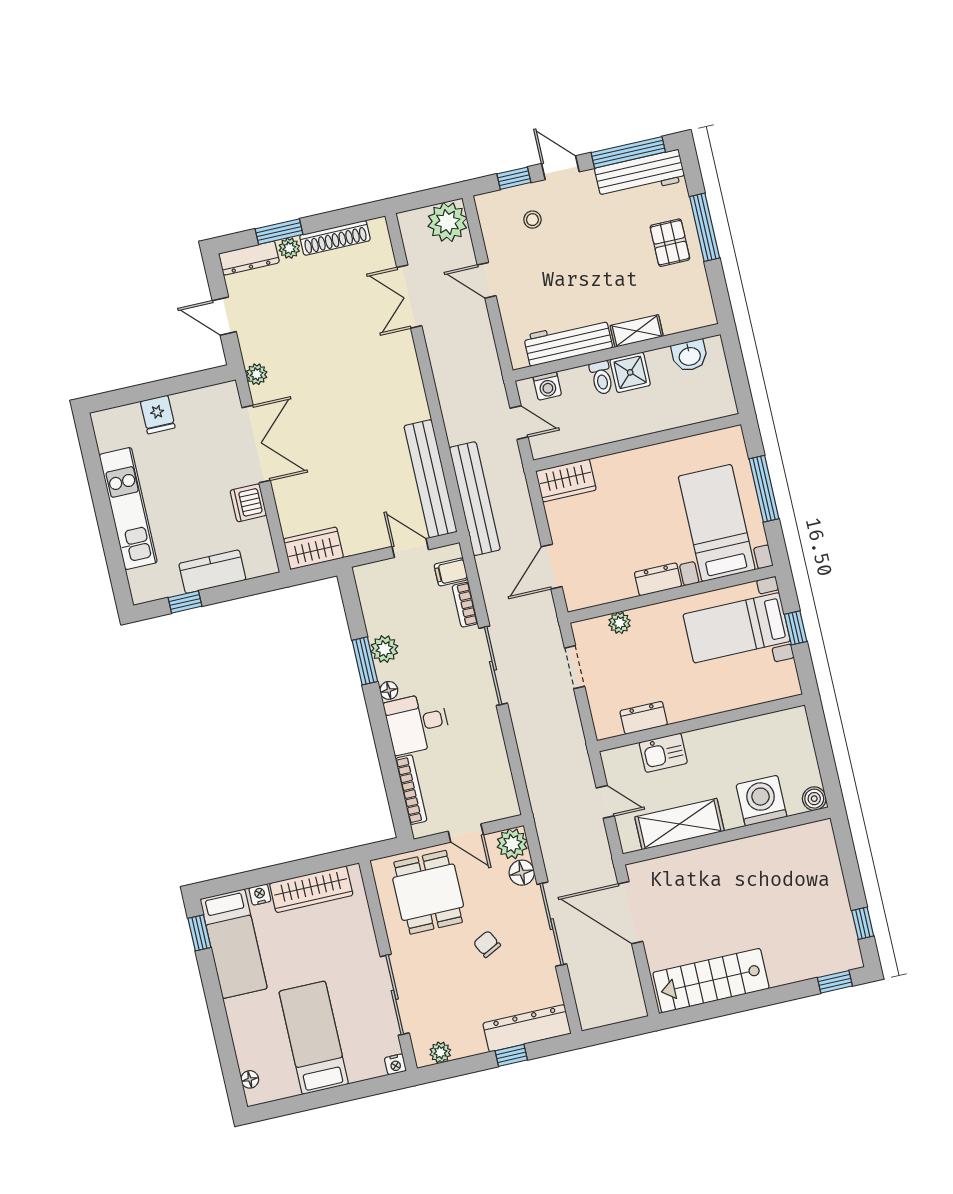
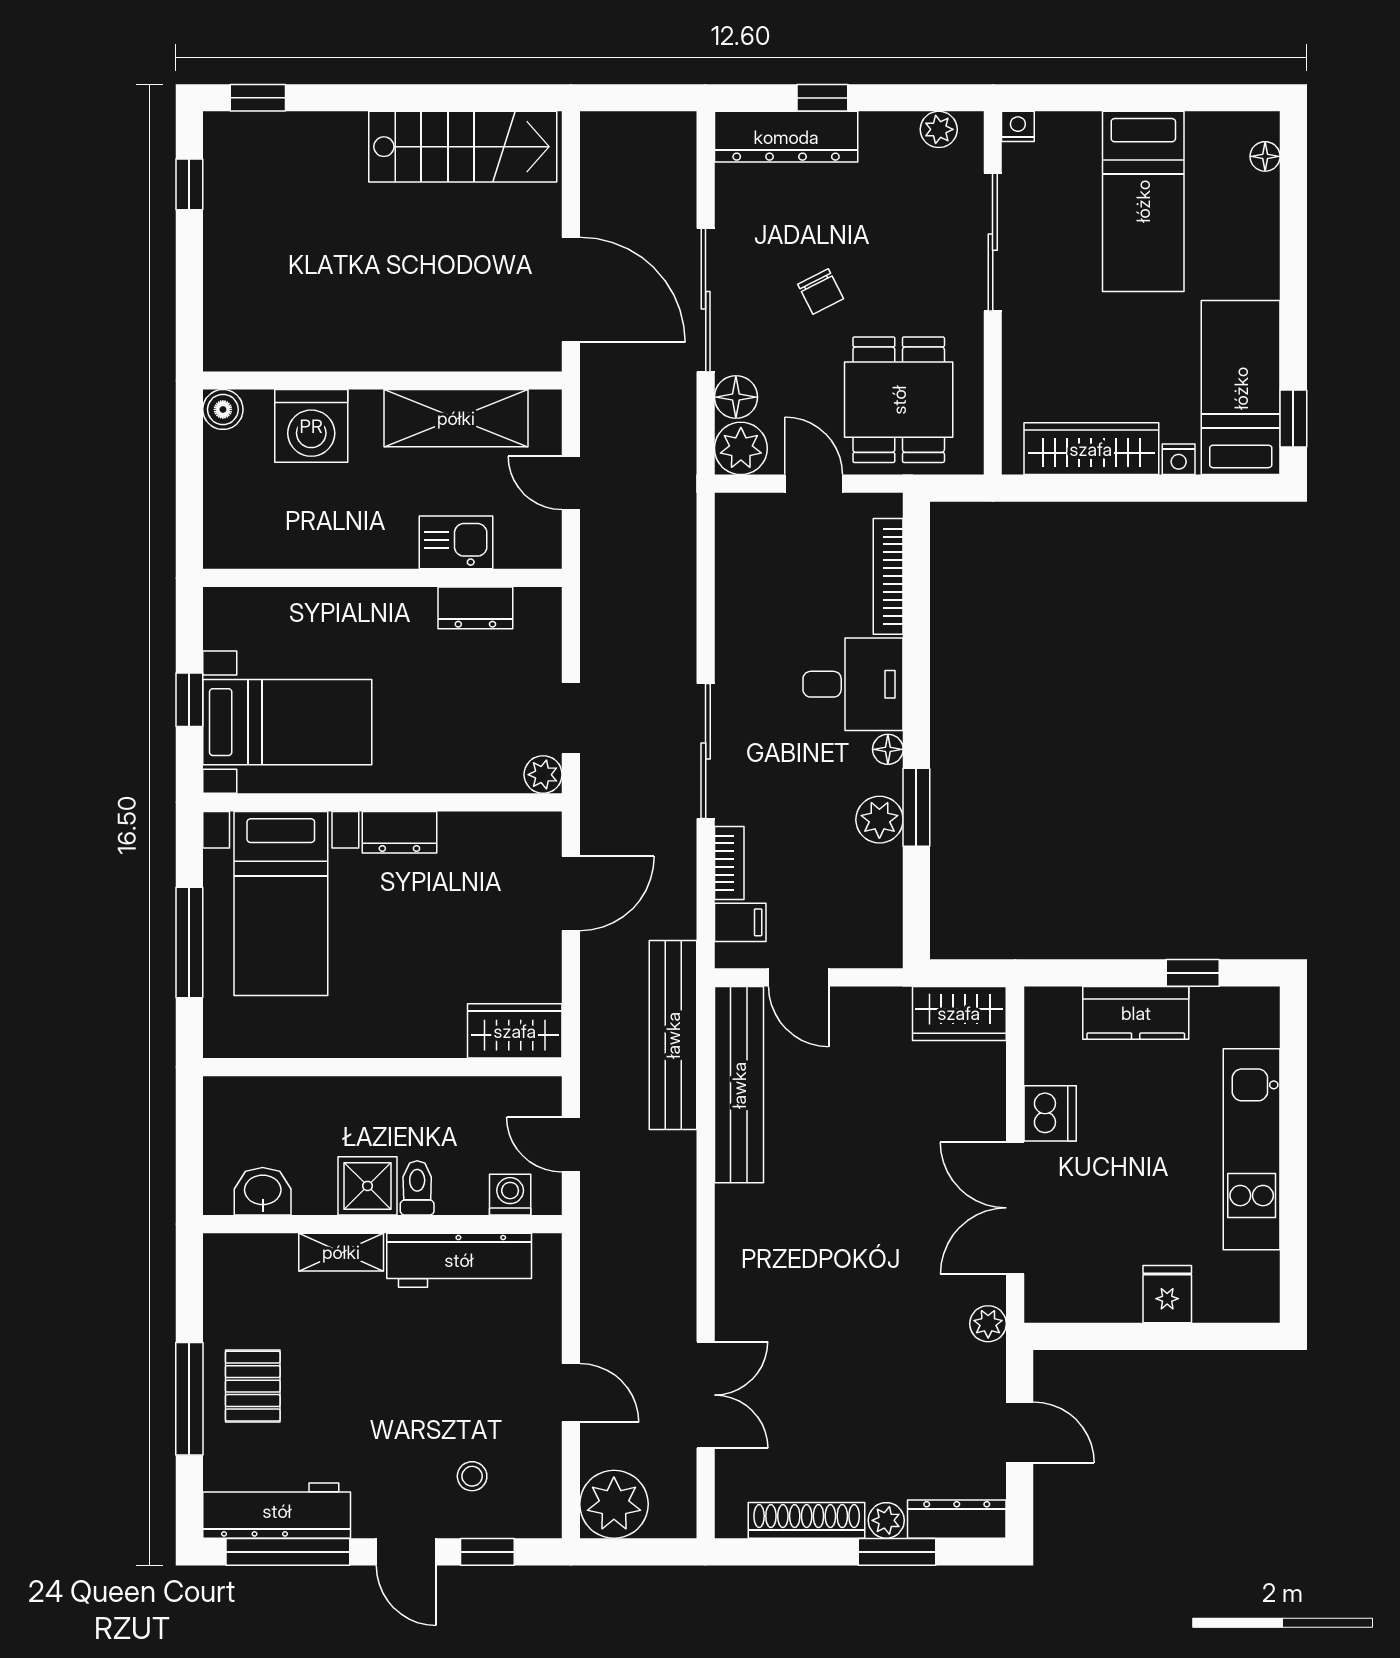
plant: (620, 623) -> (543, 775), moved

